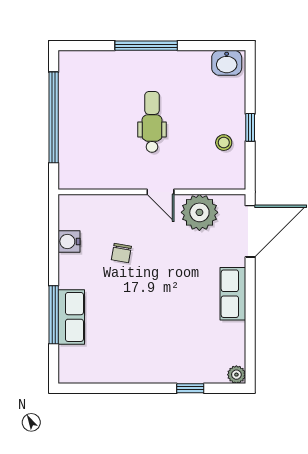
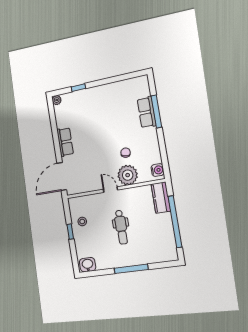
kitchen counter: (71, 163) -> (161, 198), added
plant: (199, 212) -> (128, 175), moved
water cooler: (69, 241) -> (158, 170), moved

